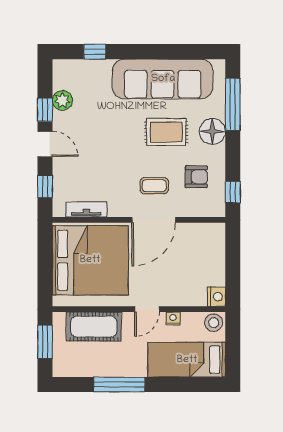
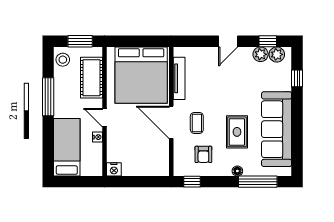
plant: (63, 79) -> (277, 54), added
window: (45, 110) -> (268, 41), moved
floor lamp: (212, 131) -> (237, 171), width x0.53, depth x0.53
window: (45, 186) -> (196, 41), removed
tv unit: (86, 209) -> (179, 78), width x1.41
stool: (214, 323) -> (63, 60), moved

